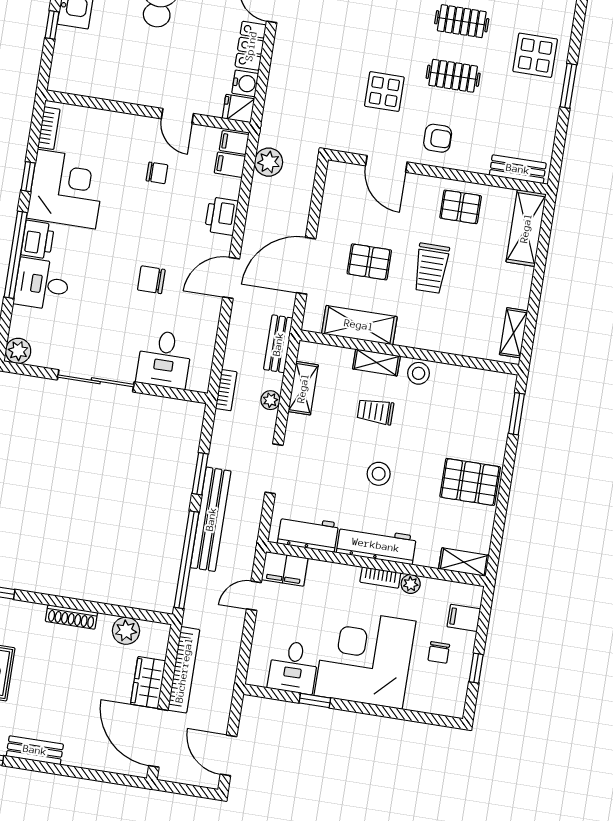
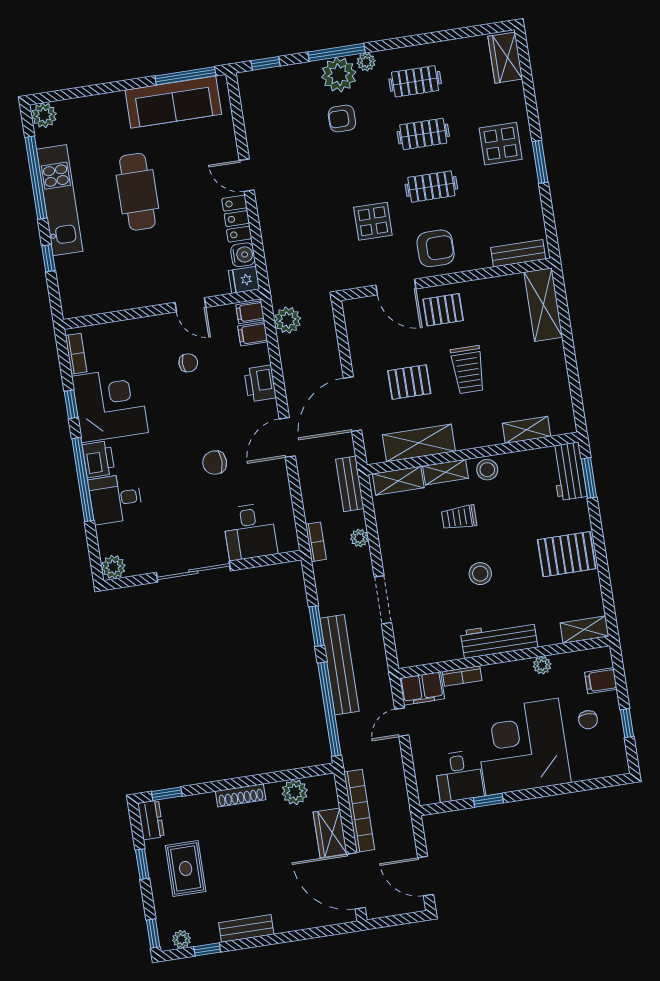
armchair: (438, 138) -> (436, 248), width x1.38, depth x1.38
pallet: (461, 207) -> (443, 310), moved
shelving: (514, 333) -> (526, 430), moved, turned 90
shelving: (303, 388) -> (398, 481), moved, turned 90
workbench: (308, 533) -> (569, 471), moved, turned -90
bookcase: (380, 577) -> (462, 676), moved

